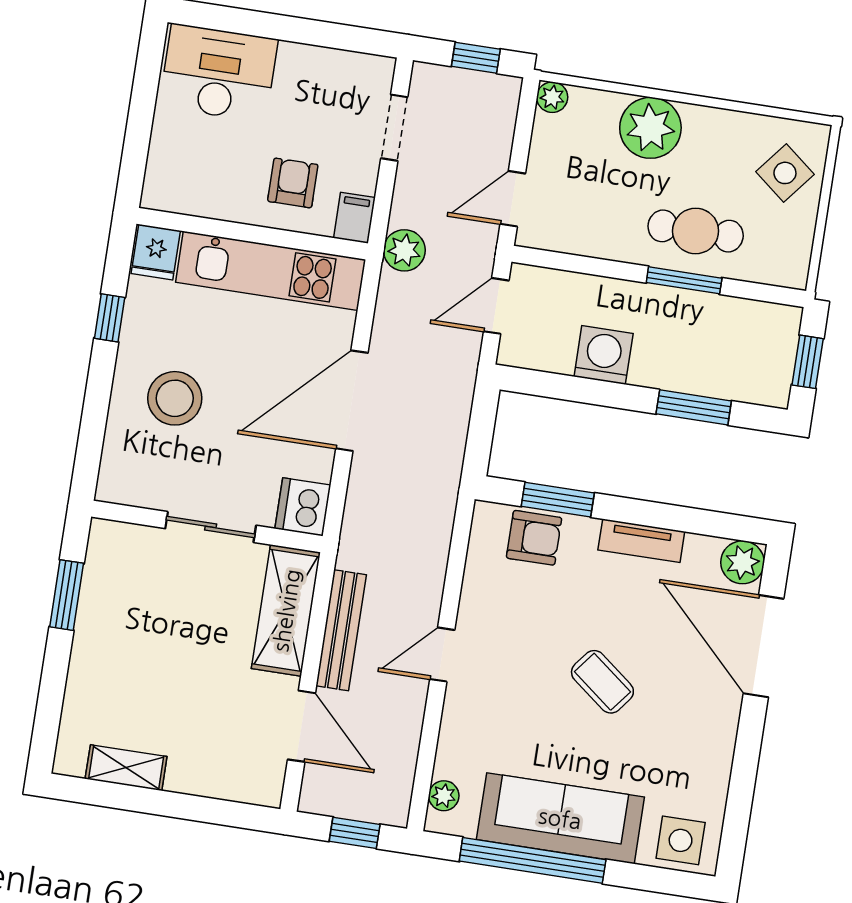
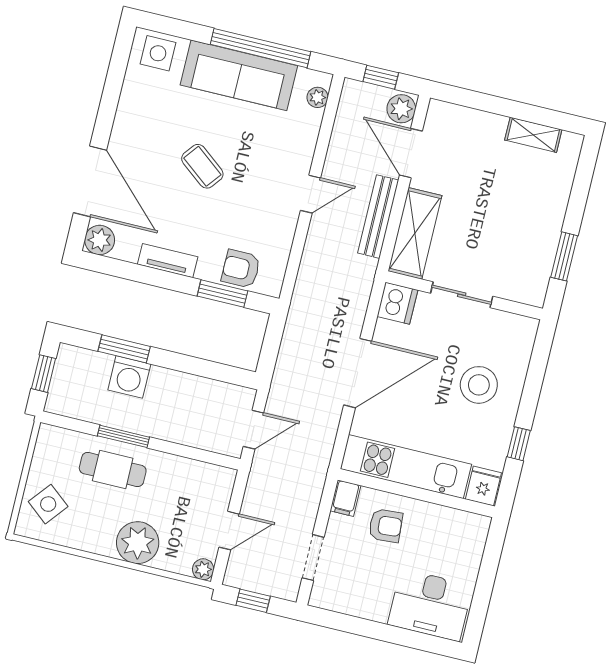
armchair: (293, 183) -> (386, 526), turned -94
door: (513, 199) -> (229, 531), moved
plant: (404, 250) -> (401, 109), moved
washing machine: (604, 355) -> (129, 377), moved

